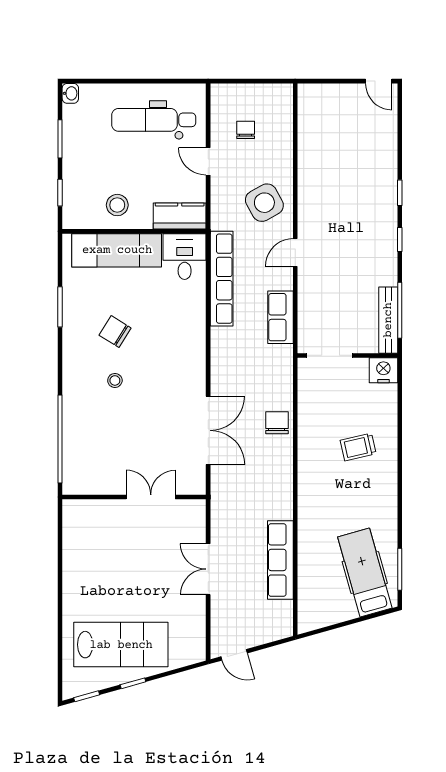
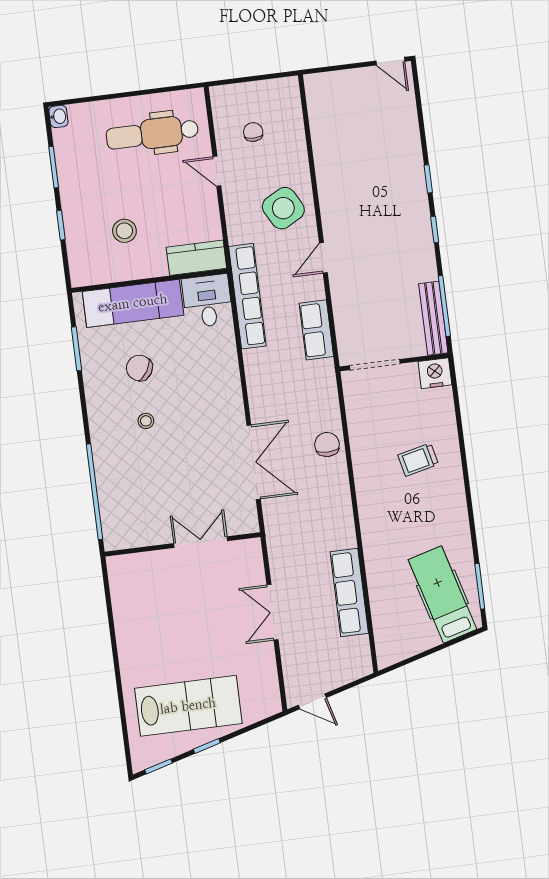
kitchen counter: (180, 216) -> (196, 258), moved
wall: (134, 231) -> (149, 281), moved
exam couch: (117, 250) -> (133, 303), moved
desk: (185, 257) -> (207, 301), moved

